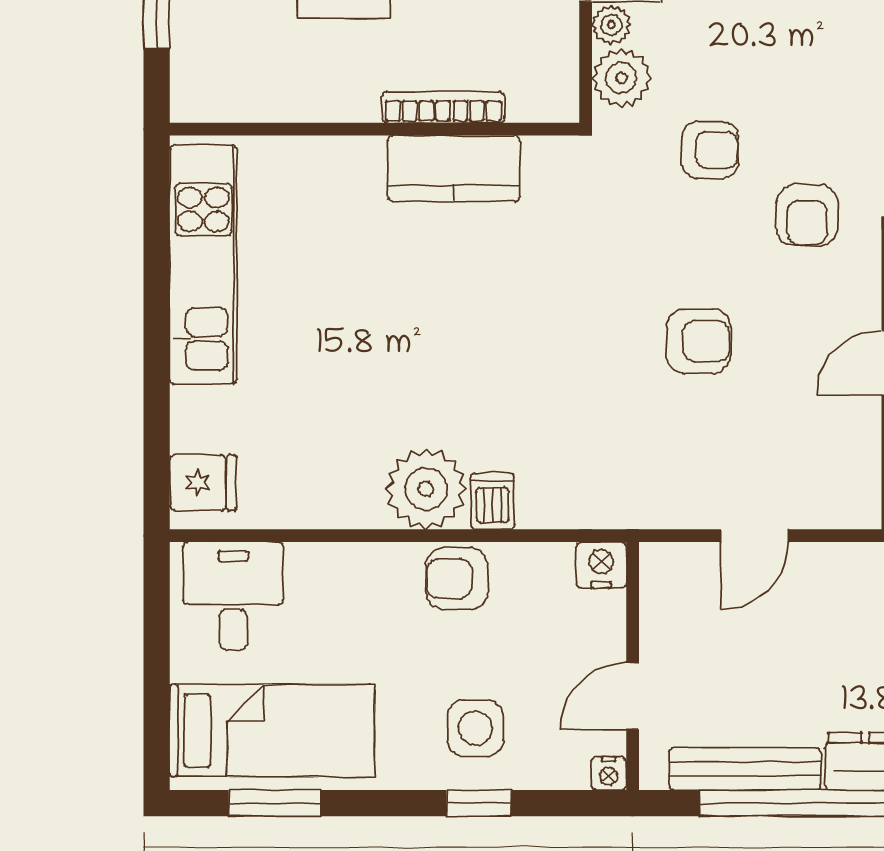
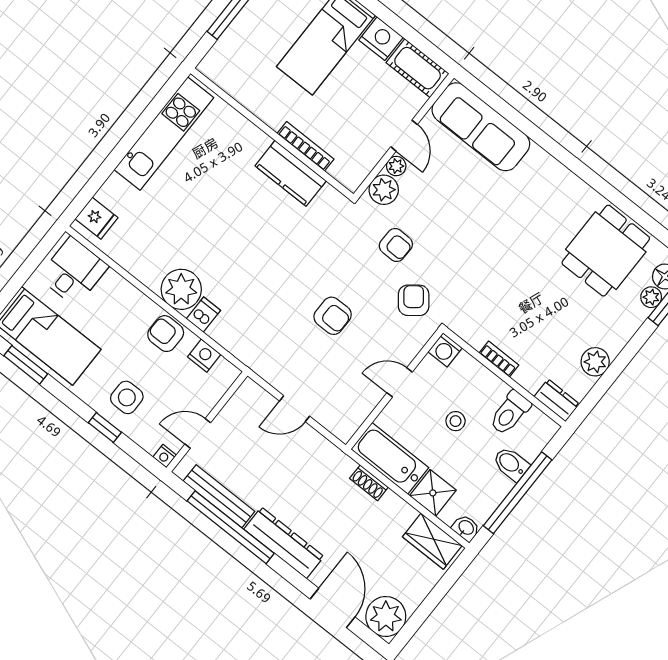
armchair: (807, 215) -> (414, 300), turned 142
nightstand: (601, 565) -> (204, 356), moved

